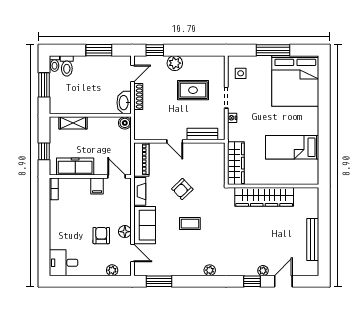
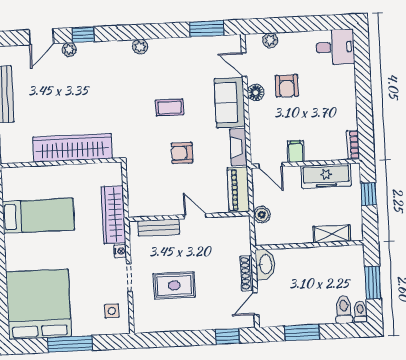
plant: (175, 63) -> (200, 320), removed
boiler: (125, 123) -> (262, 215), moved
wardrobe: (236, 163) -> (113, 215), moved
armchair: (182, 189) -> (182, 153), turned -136

